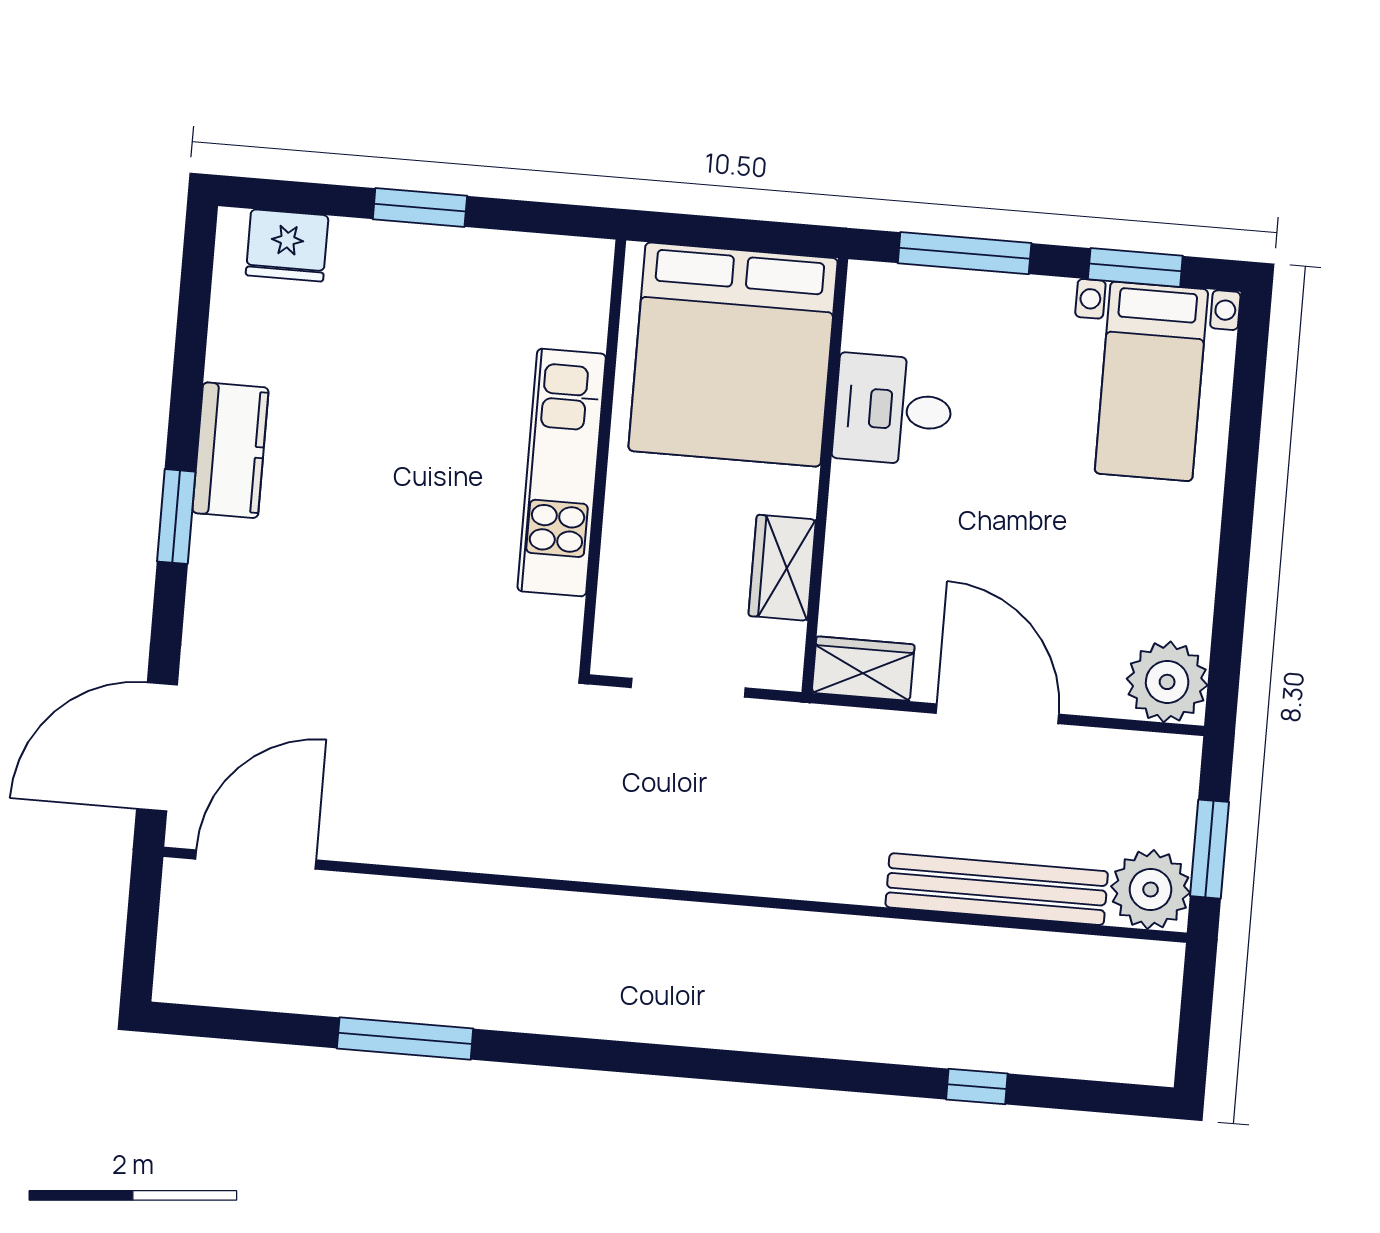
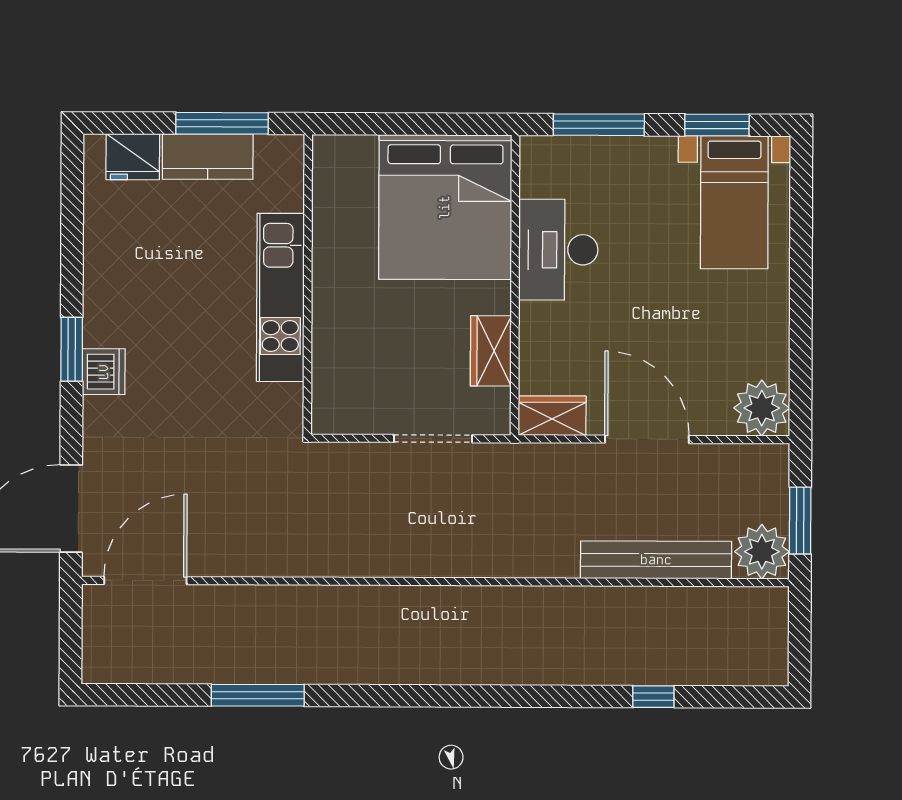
window: (420, 208) -> (222, 123), width x1.44
desk: (893, 410) -> (558, 250), width x1.37
kitchen counter: (230, 450) -> (208, 157), moved, turned 90
wall: (603, 457) -> (308, 284), moved
kitchen unit: (562, 472) -> (280, 297), moved
dishwasher: (220, 553) -> (104, 372), added

